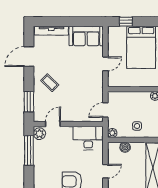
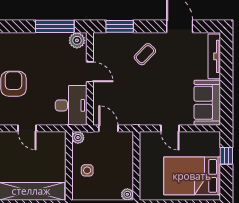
door: (53, 124) -> (90, 72), moved
boiler: (125, 147) -> (59, 154), removed

